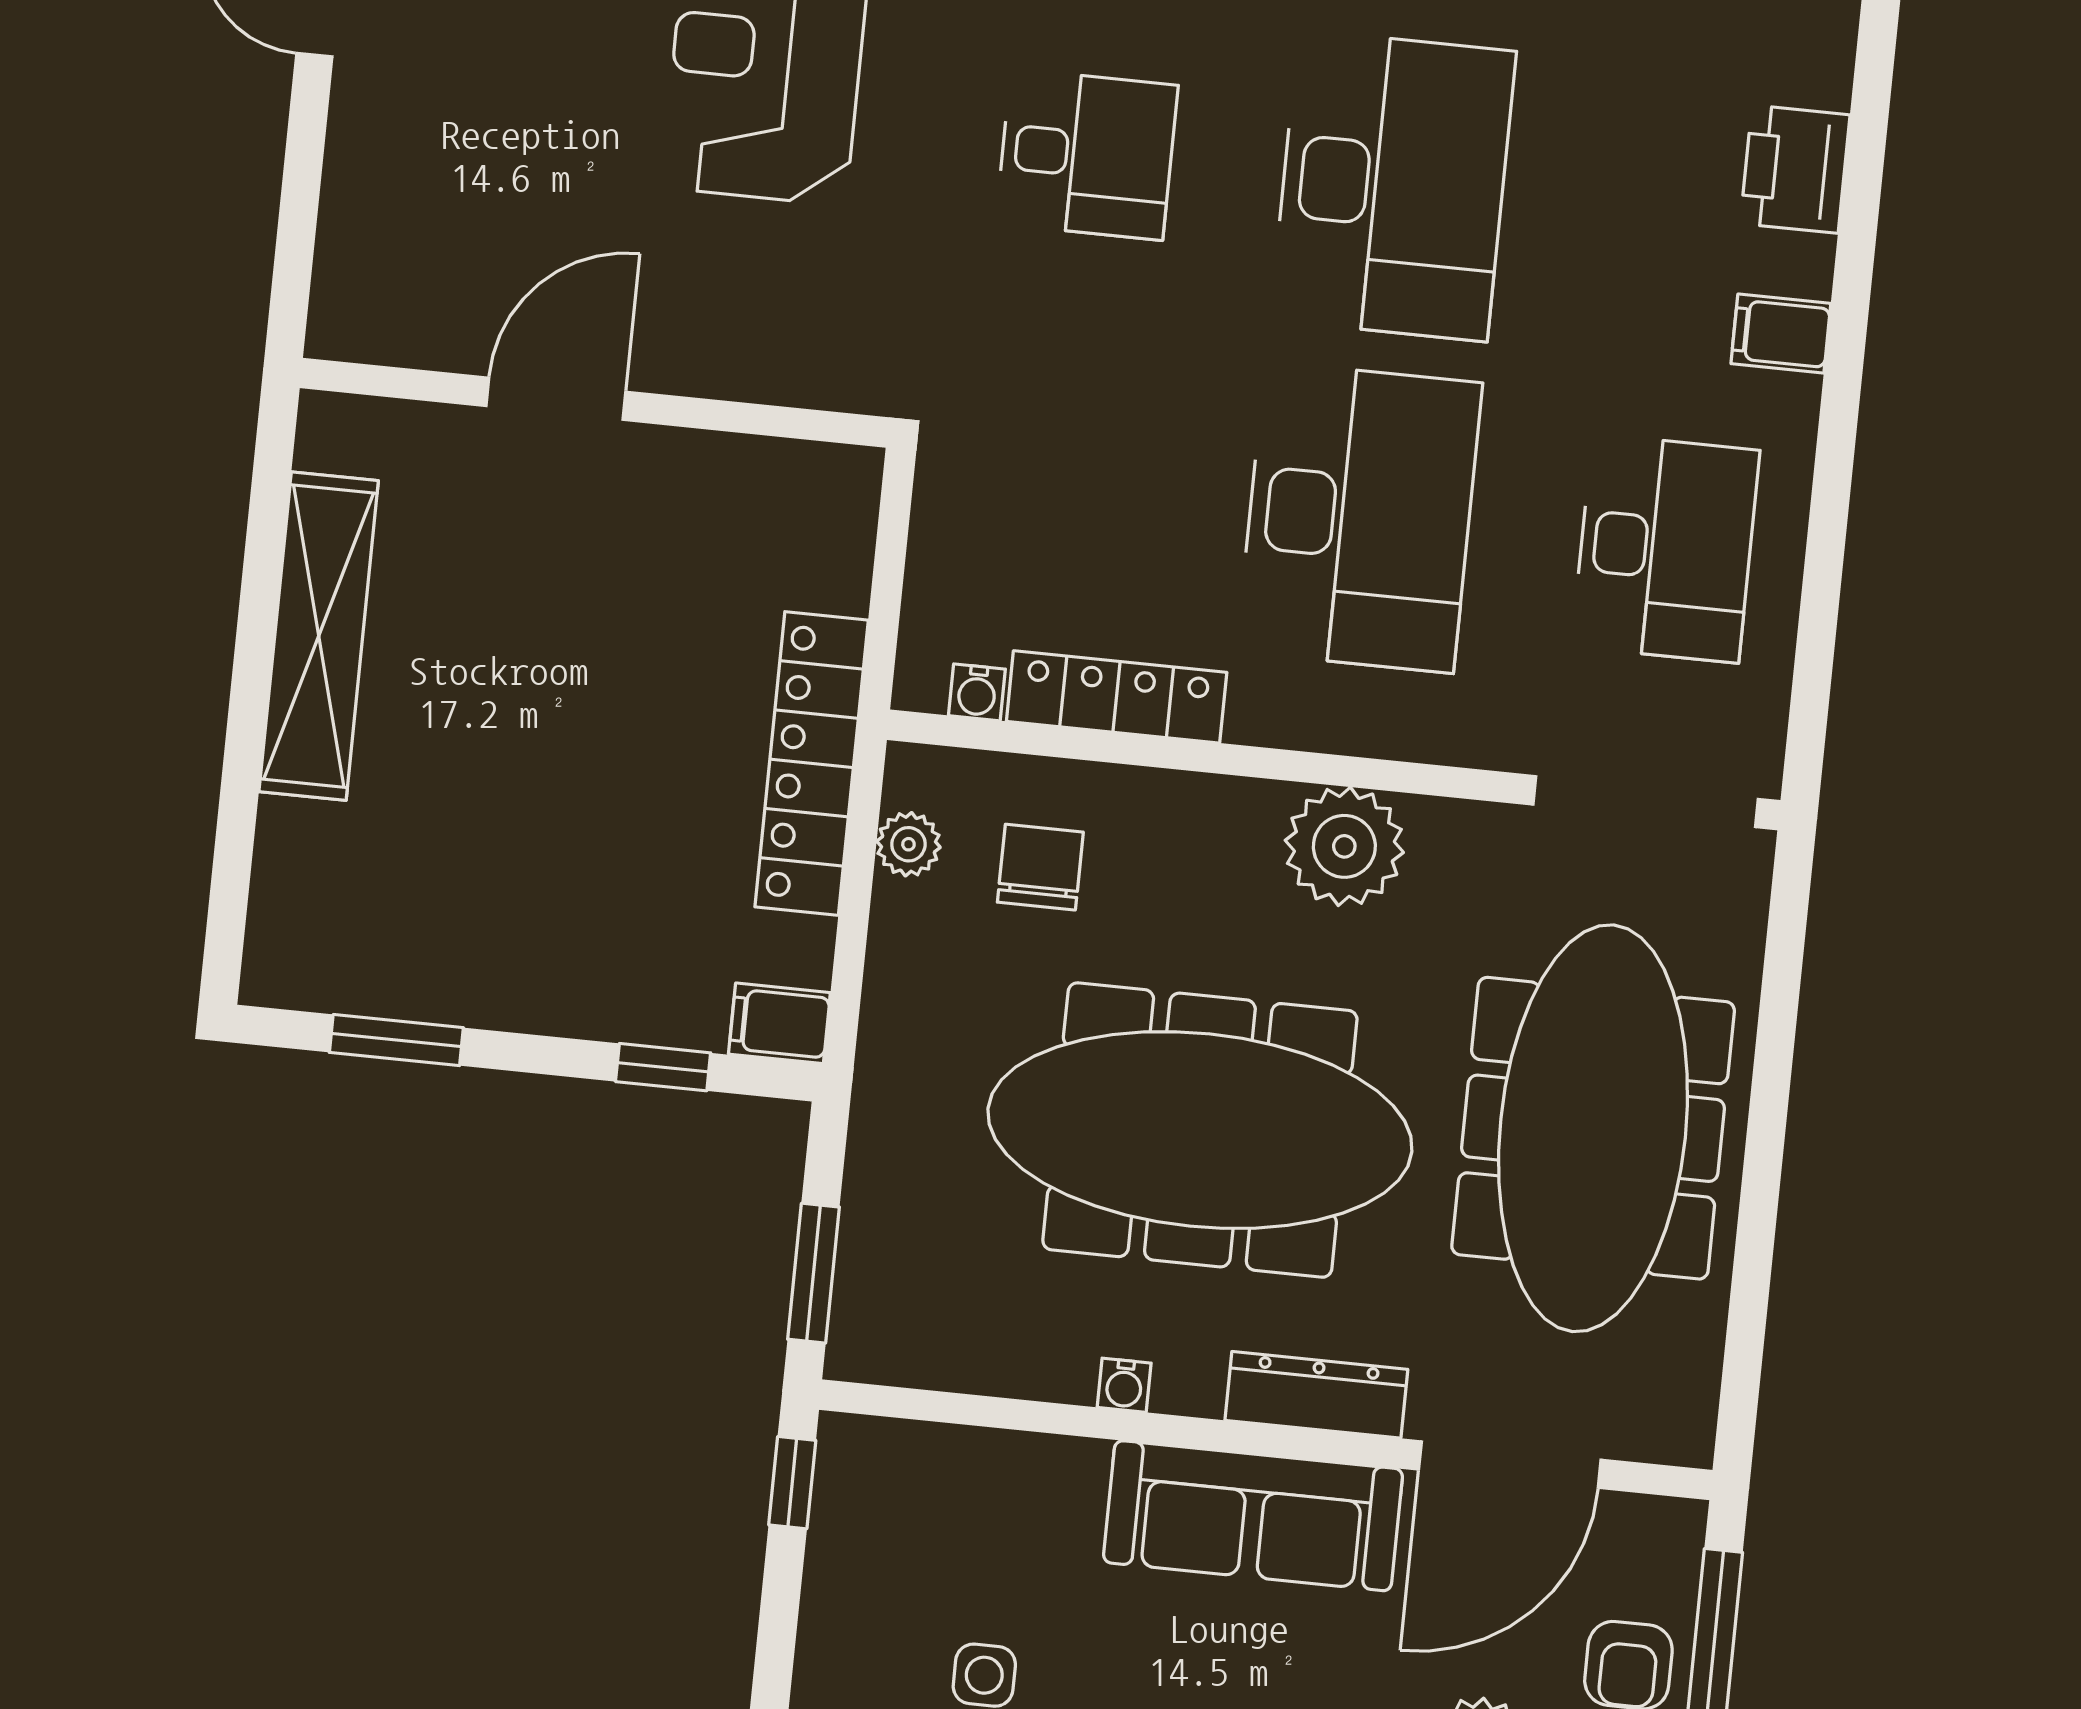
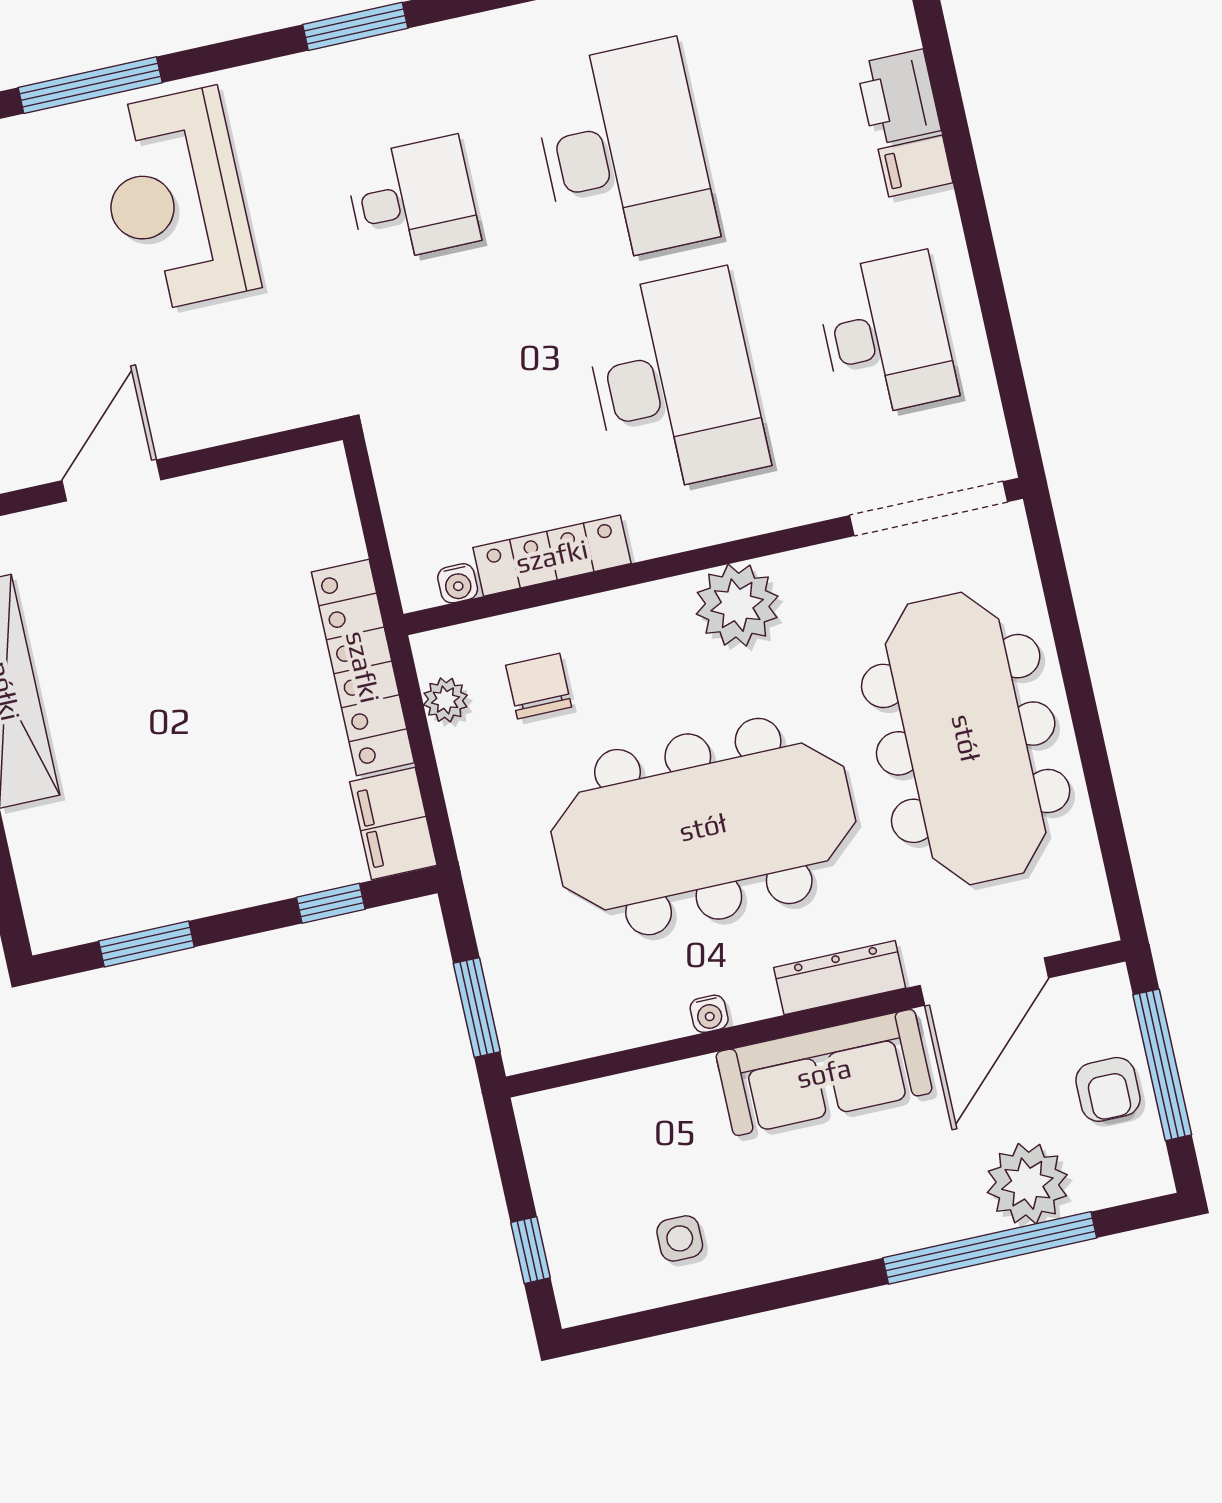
printer: (1795, 169) -> (898, 97), moved
filing cabinet: (779, 1023) -> (393, 824), width x2.00
window: (792, 1483) -> (531, 1250), moved

